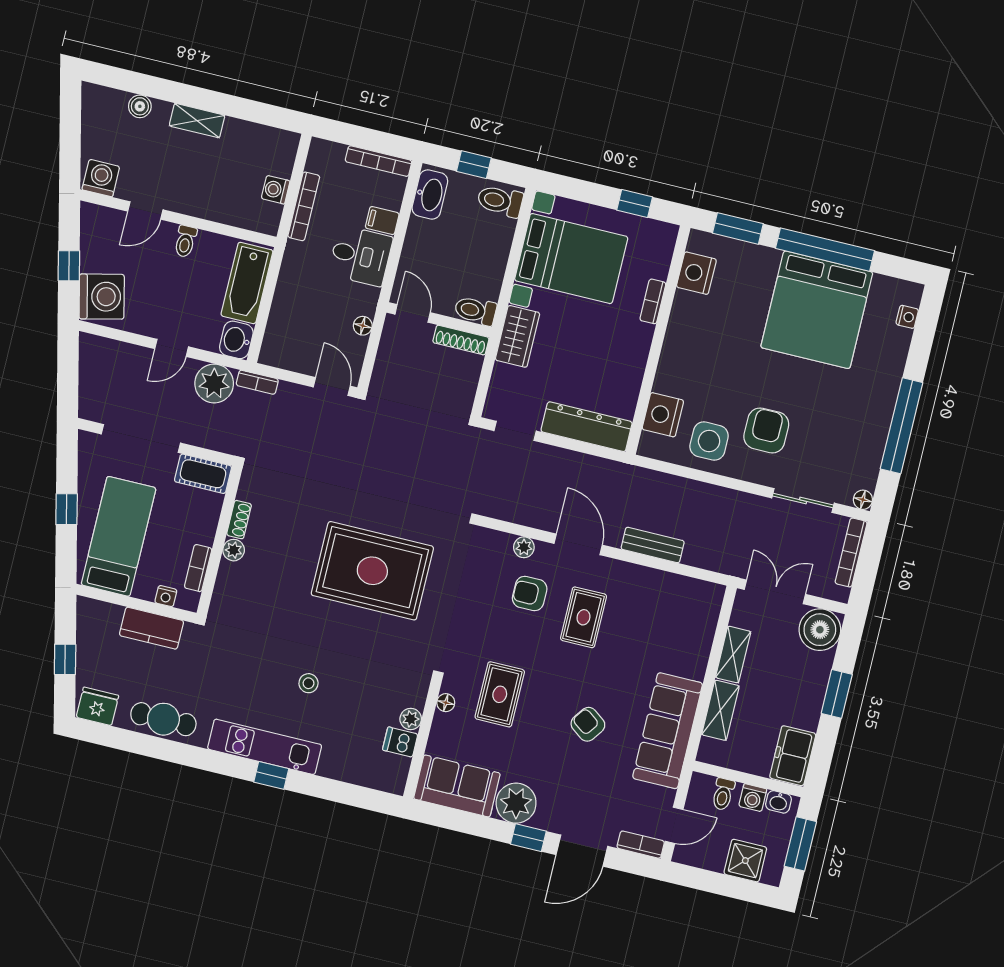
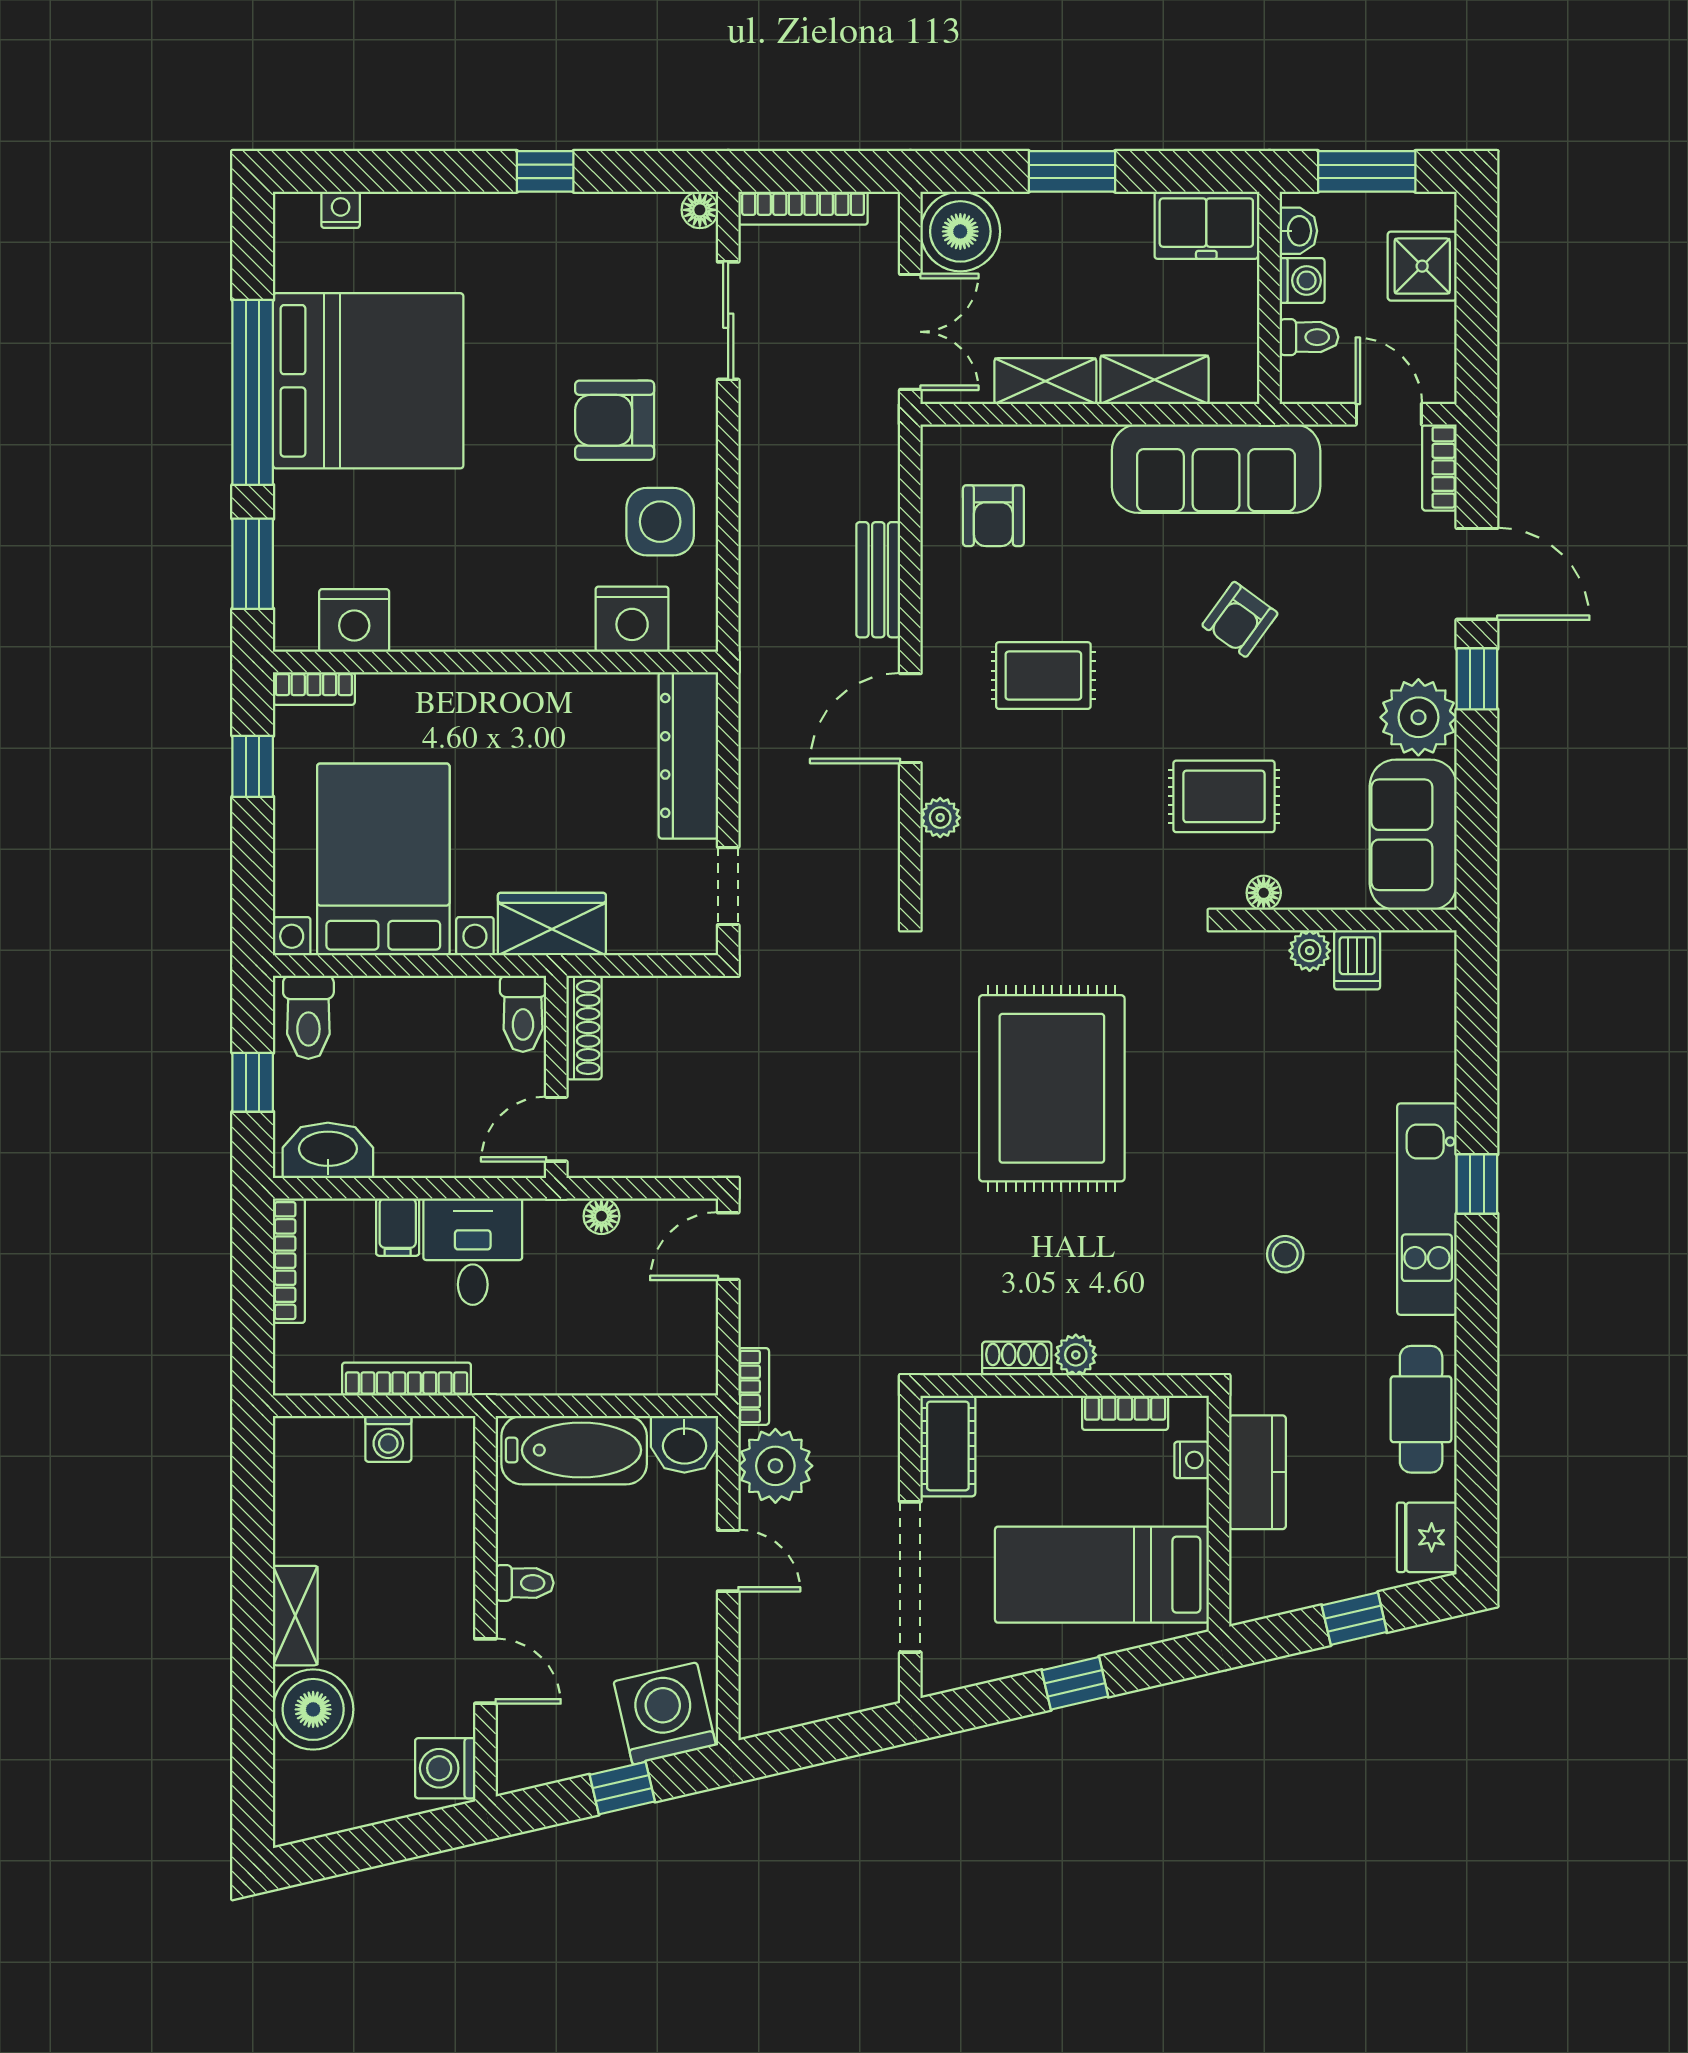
boiler: (140, 106) -> (313, 1709), width x1.86, depth x1.86
bookcase: (653, 301) -> (314, 689), moved
window: (902, 426) -> (545, 171), width x0.32
double door: (775, 592) -> (910, 332), swing flipped
armchair: (530, 593) -> (993, 516), moved
stool: (309, 683) -> (1285, 1254), moved

